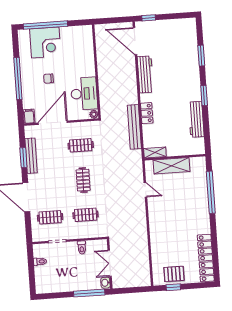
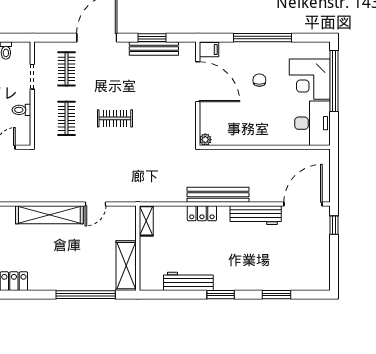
desk: (84, 94) -> (312, 123), moved, turned -90
bench: (134, 127) -> (218, 195), moved
clothes rail: (81, 145) -> (163, 118), removed
shelving: (172, 166) -> (126, 266), moved
shelving: (155, 222) -> (49, 215), added

